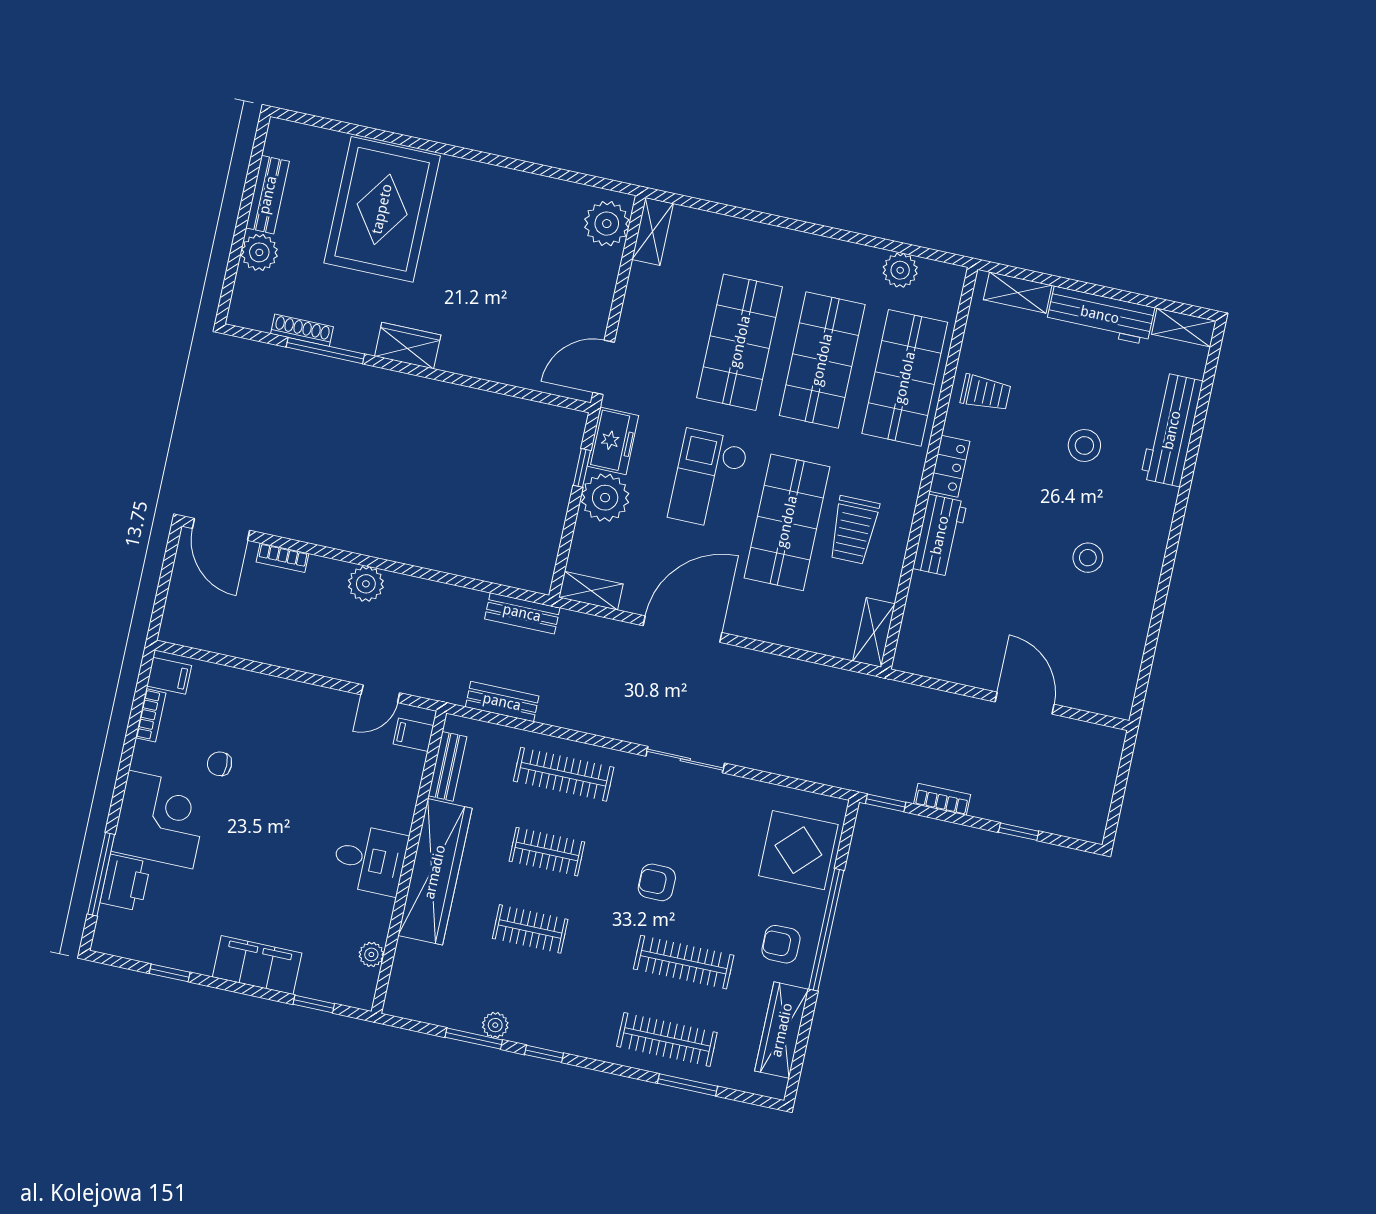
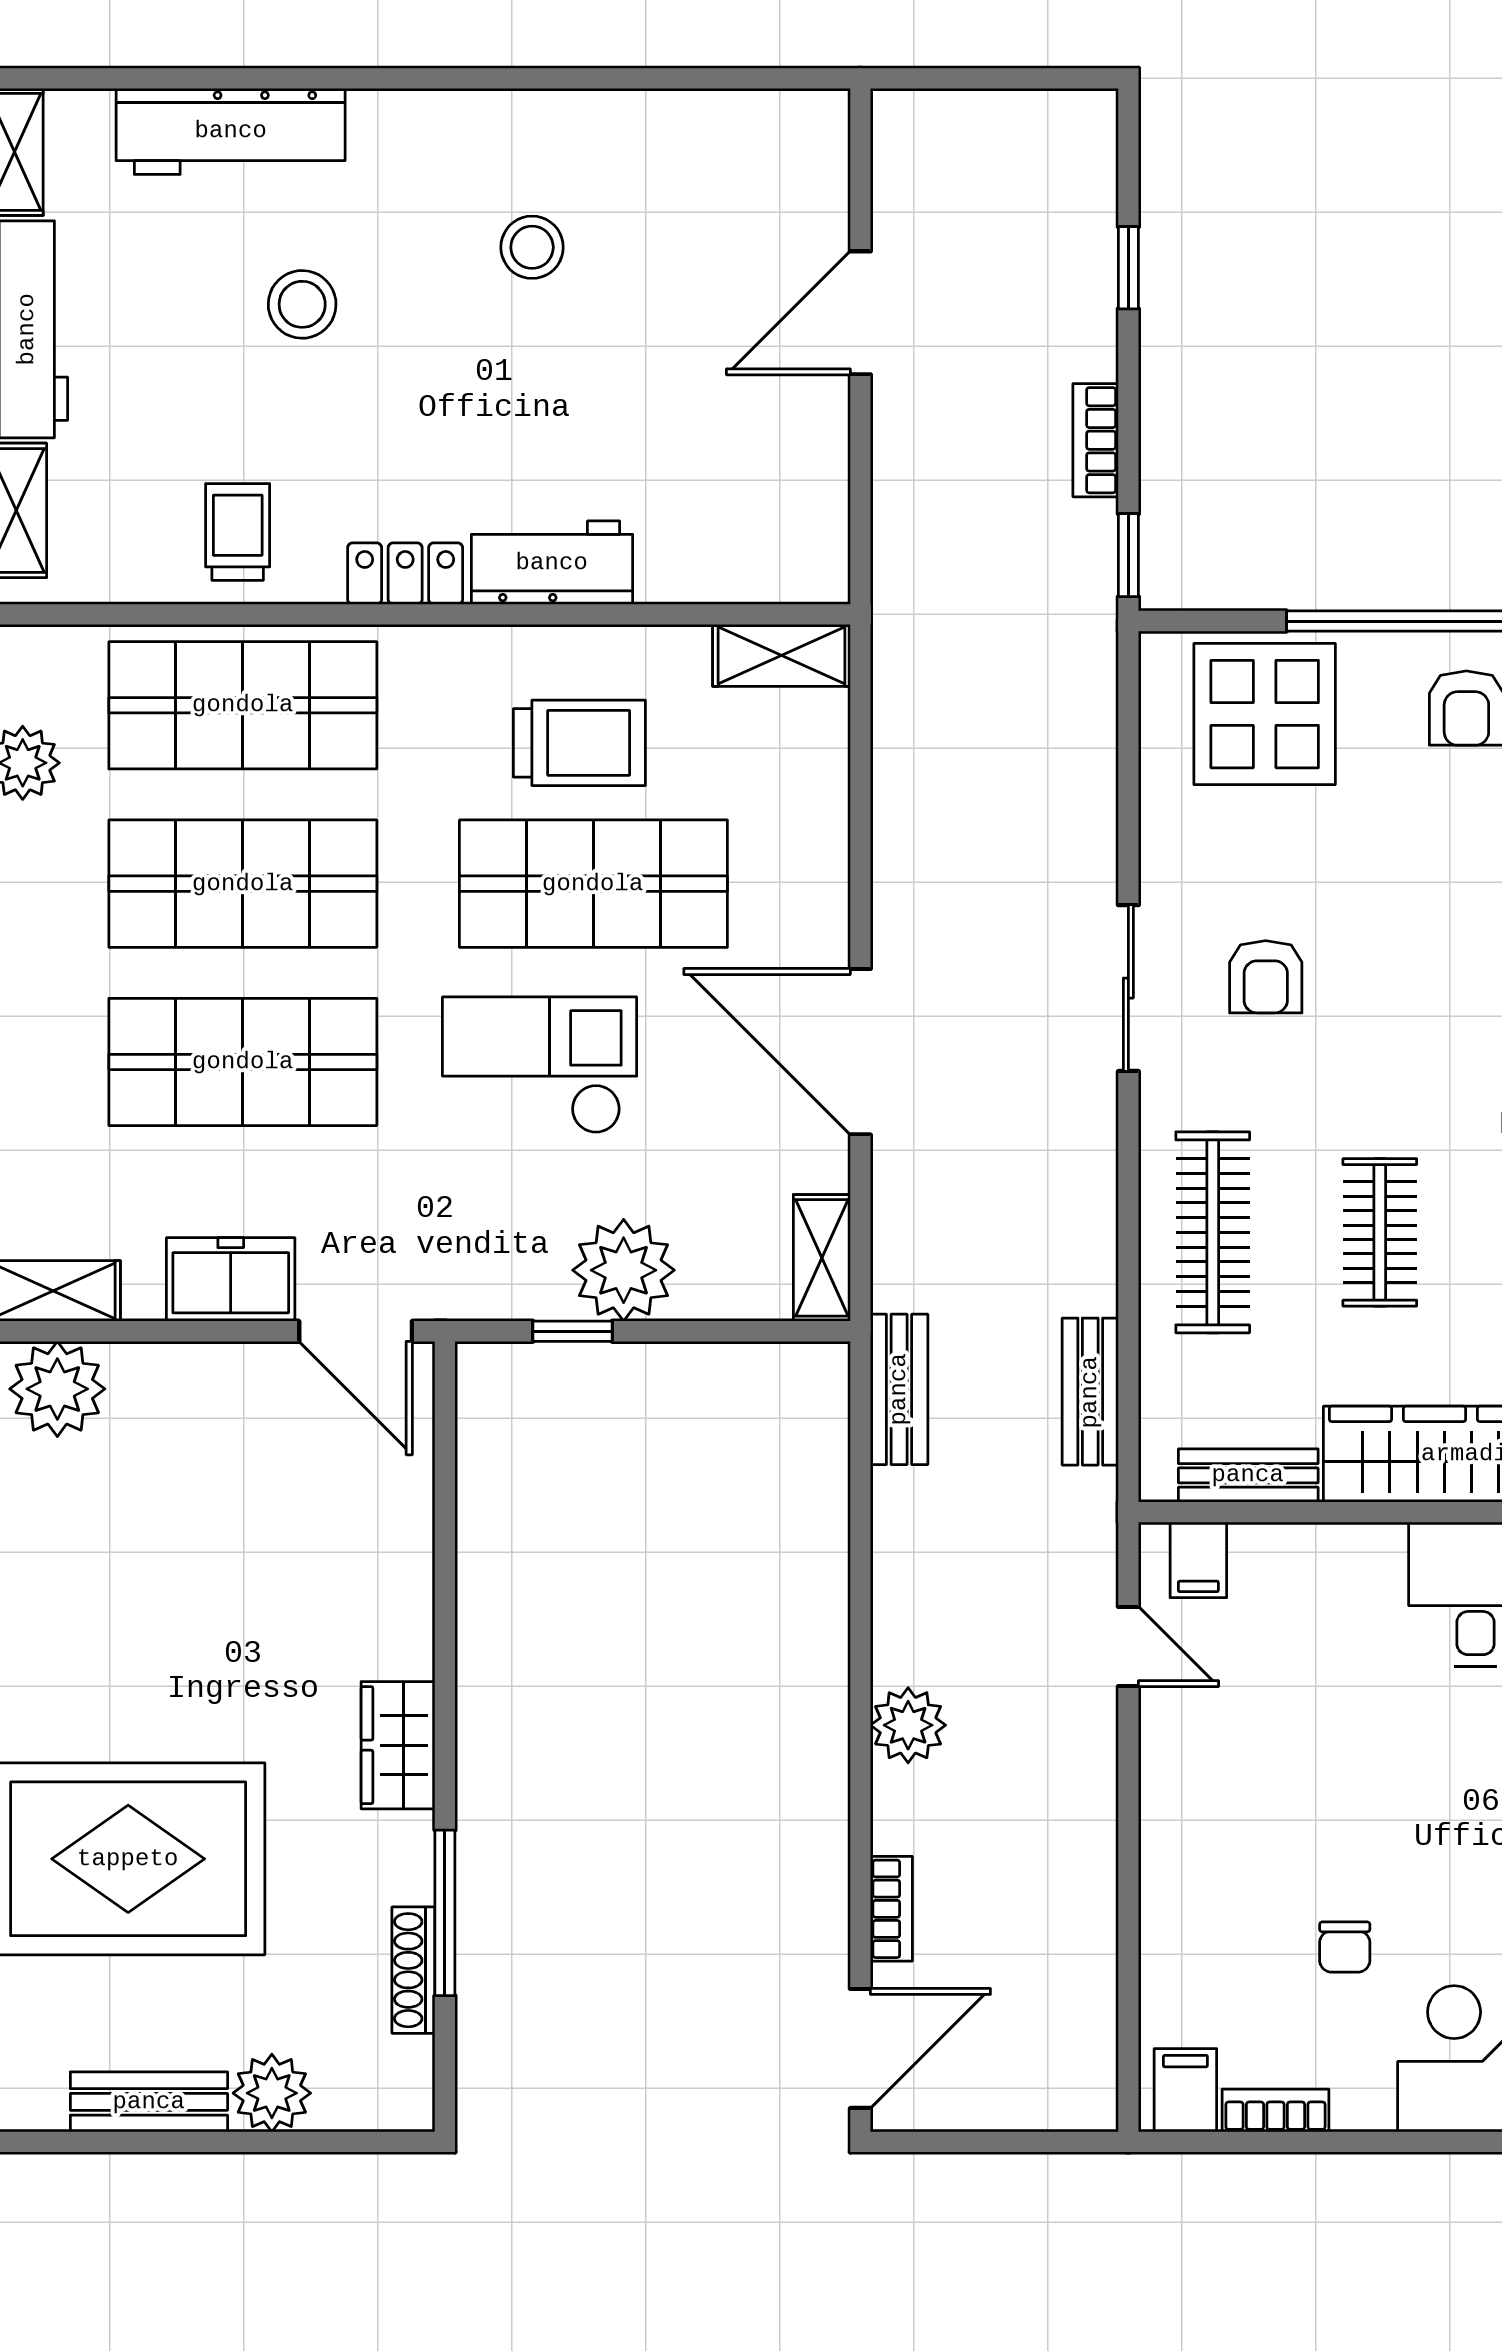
freezer: (613, 441) -> (231, 1279), moved
checkout: (708, 479) -> (540, 1065), turned 180
armchair: (657, 882) -> (1266, 977), moved

